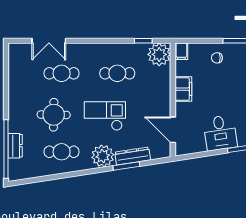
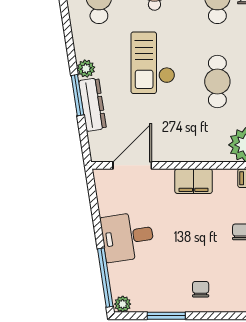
checkout: (105, 116) -> (153, 63), turned 180
plant: (103, 156) -> (86, 69), width x0.53, depth x0.53

